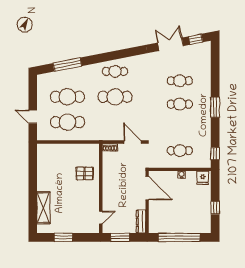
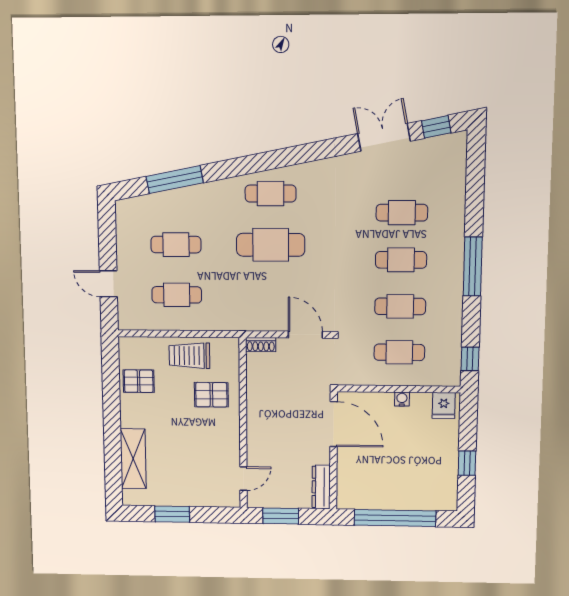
cafe table: (68, 97) -> (176, 245), width x0.73, depth x0.74
window: (215, 107) -> (473, 266), width x1.44
cafe table: (68, 122) -> (177, 295), width x0.73, depth x0.74
cafe table: (180, 127) -> (400, 306), added
trolley: (74, 153) -> (189, 356), added
pallet: (47, 167) -> (139, 381), added

